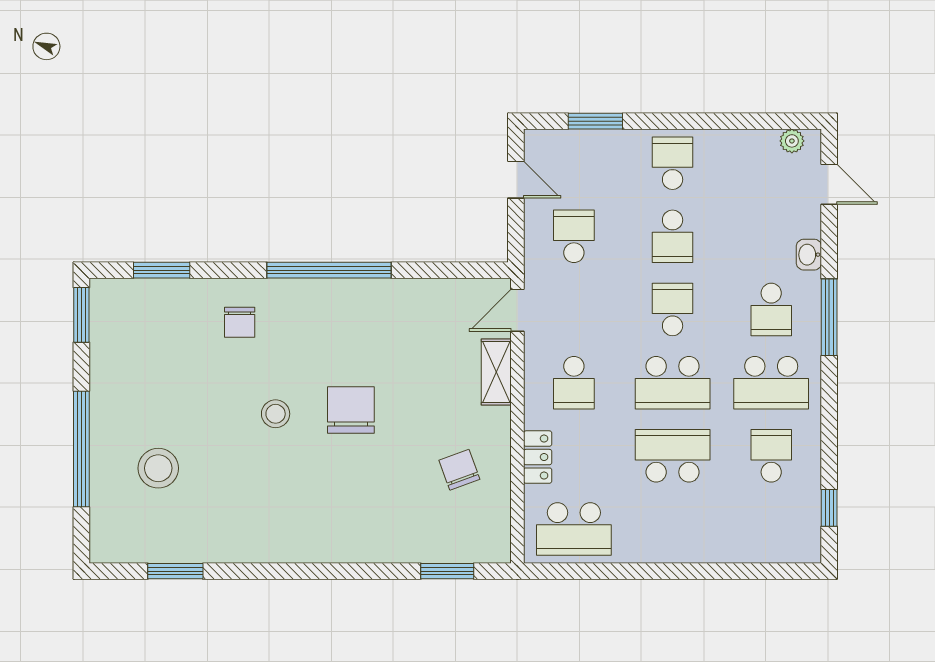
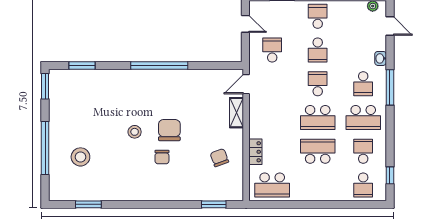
chair: (240, 322) -> (162, 157), moved
school desk: (574, 383) -> (363, 185), moved

